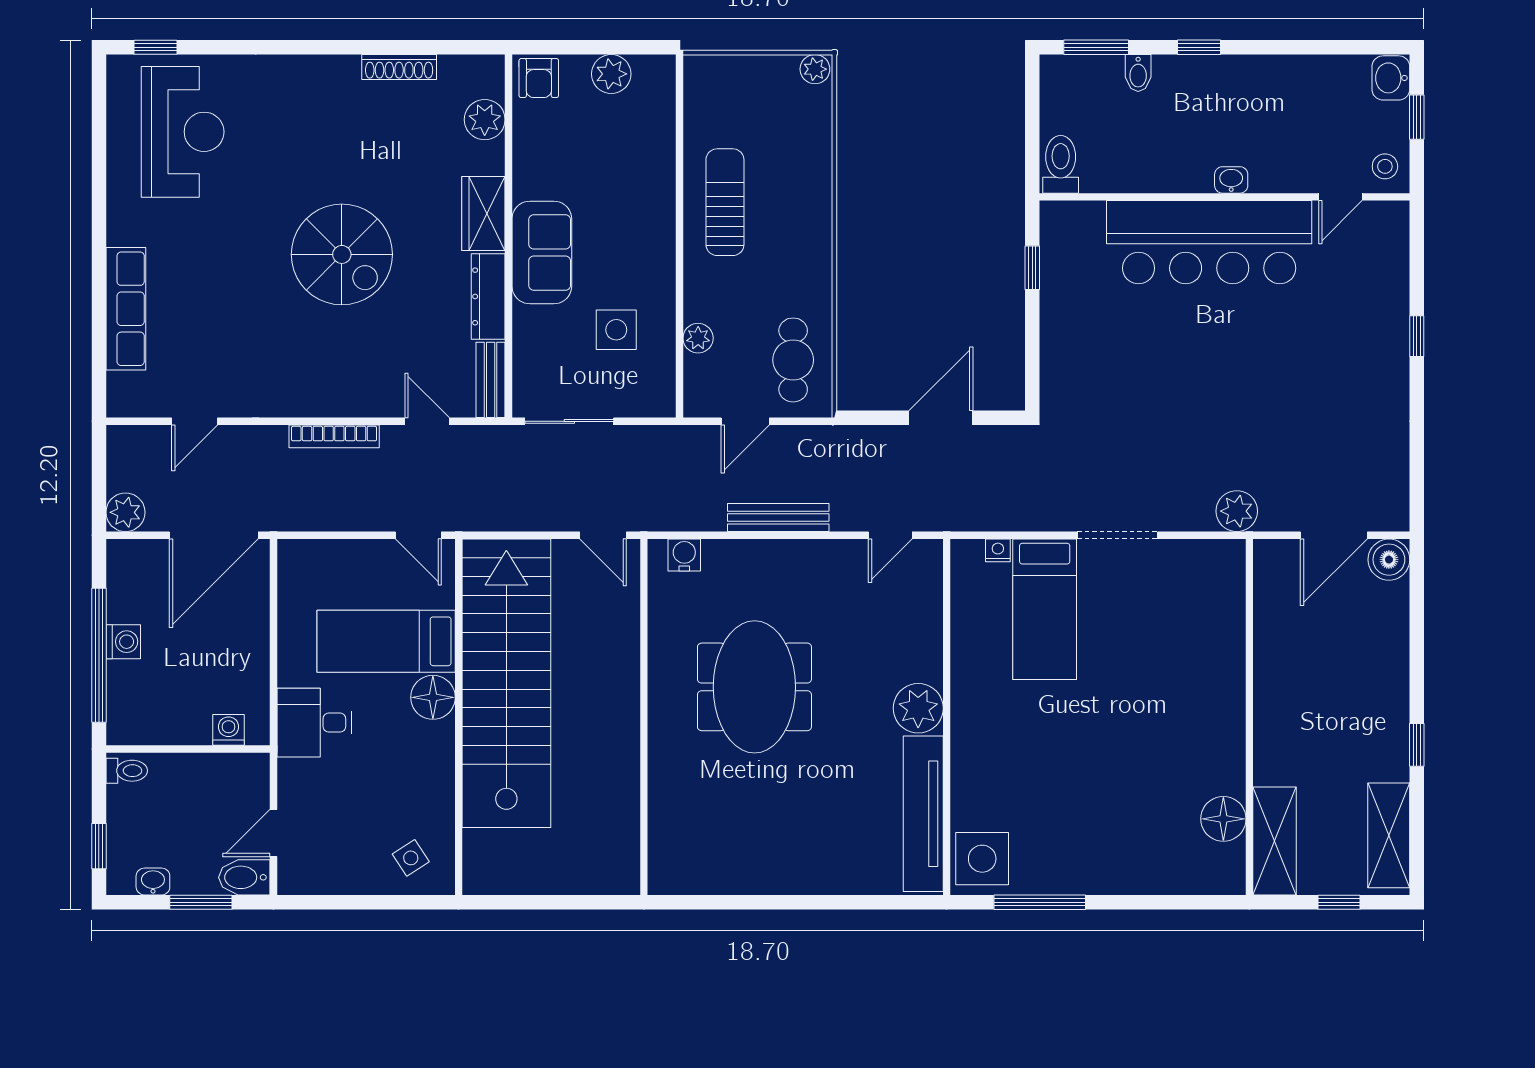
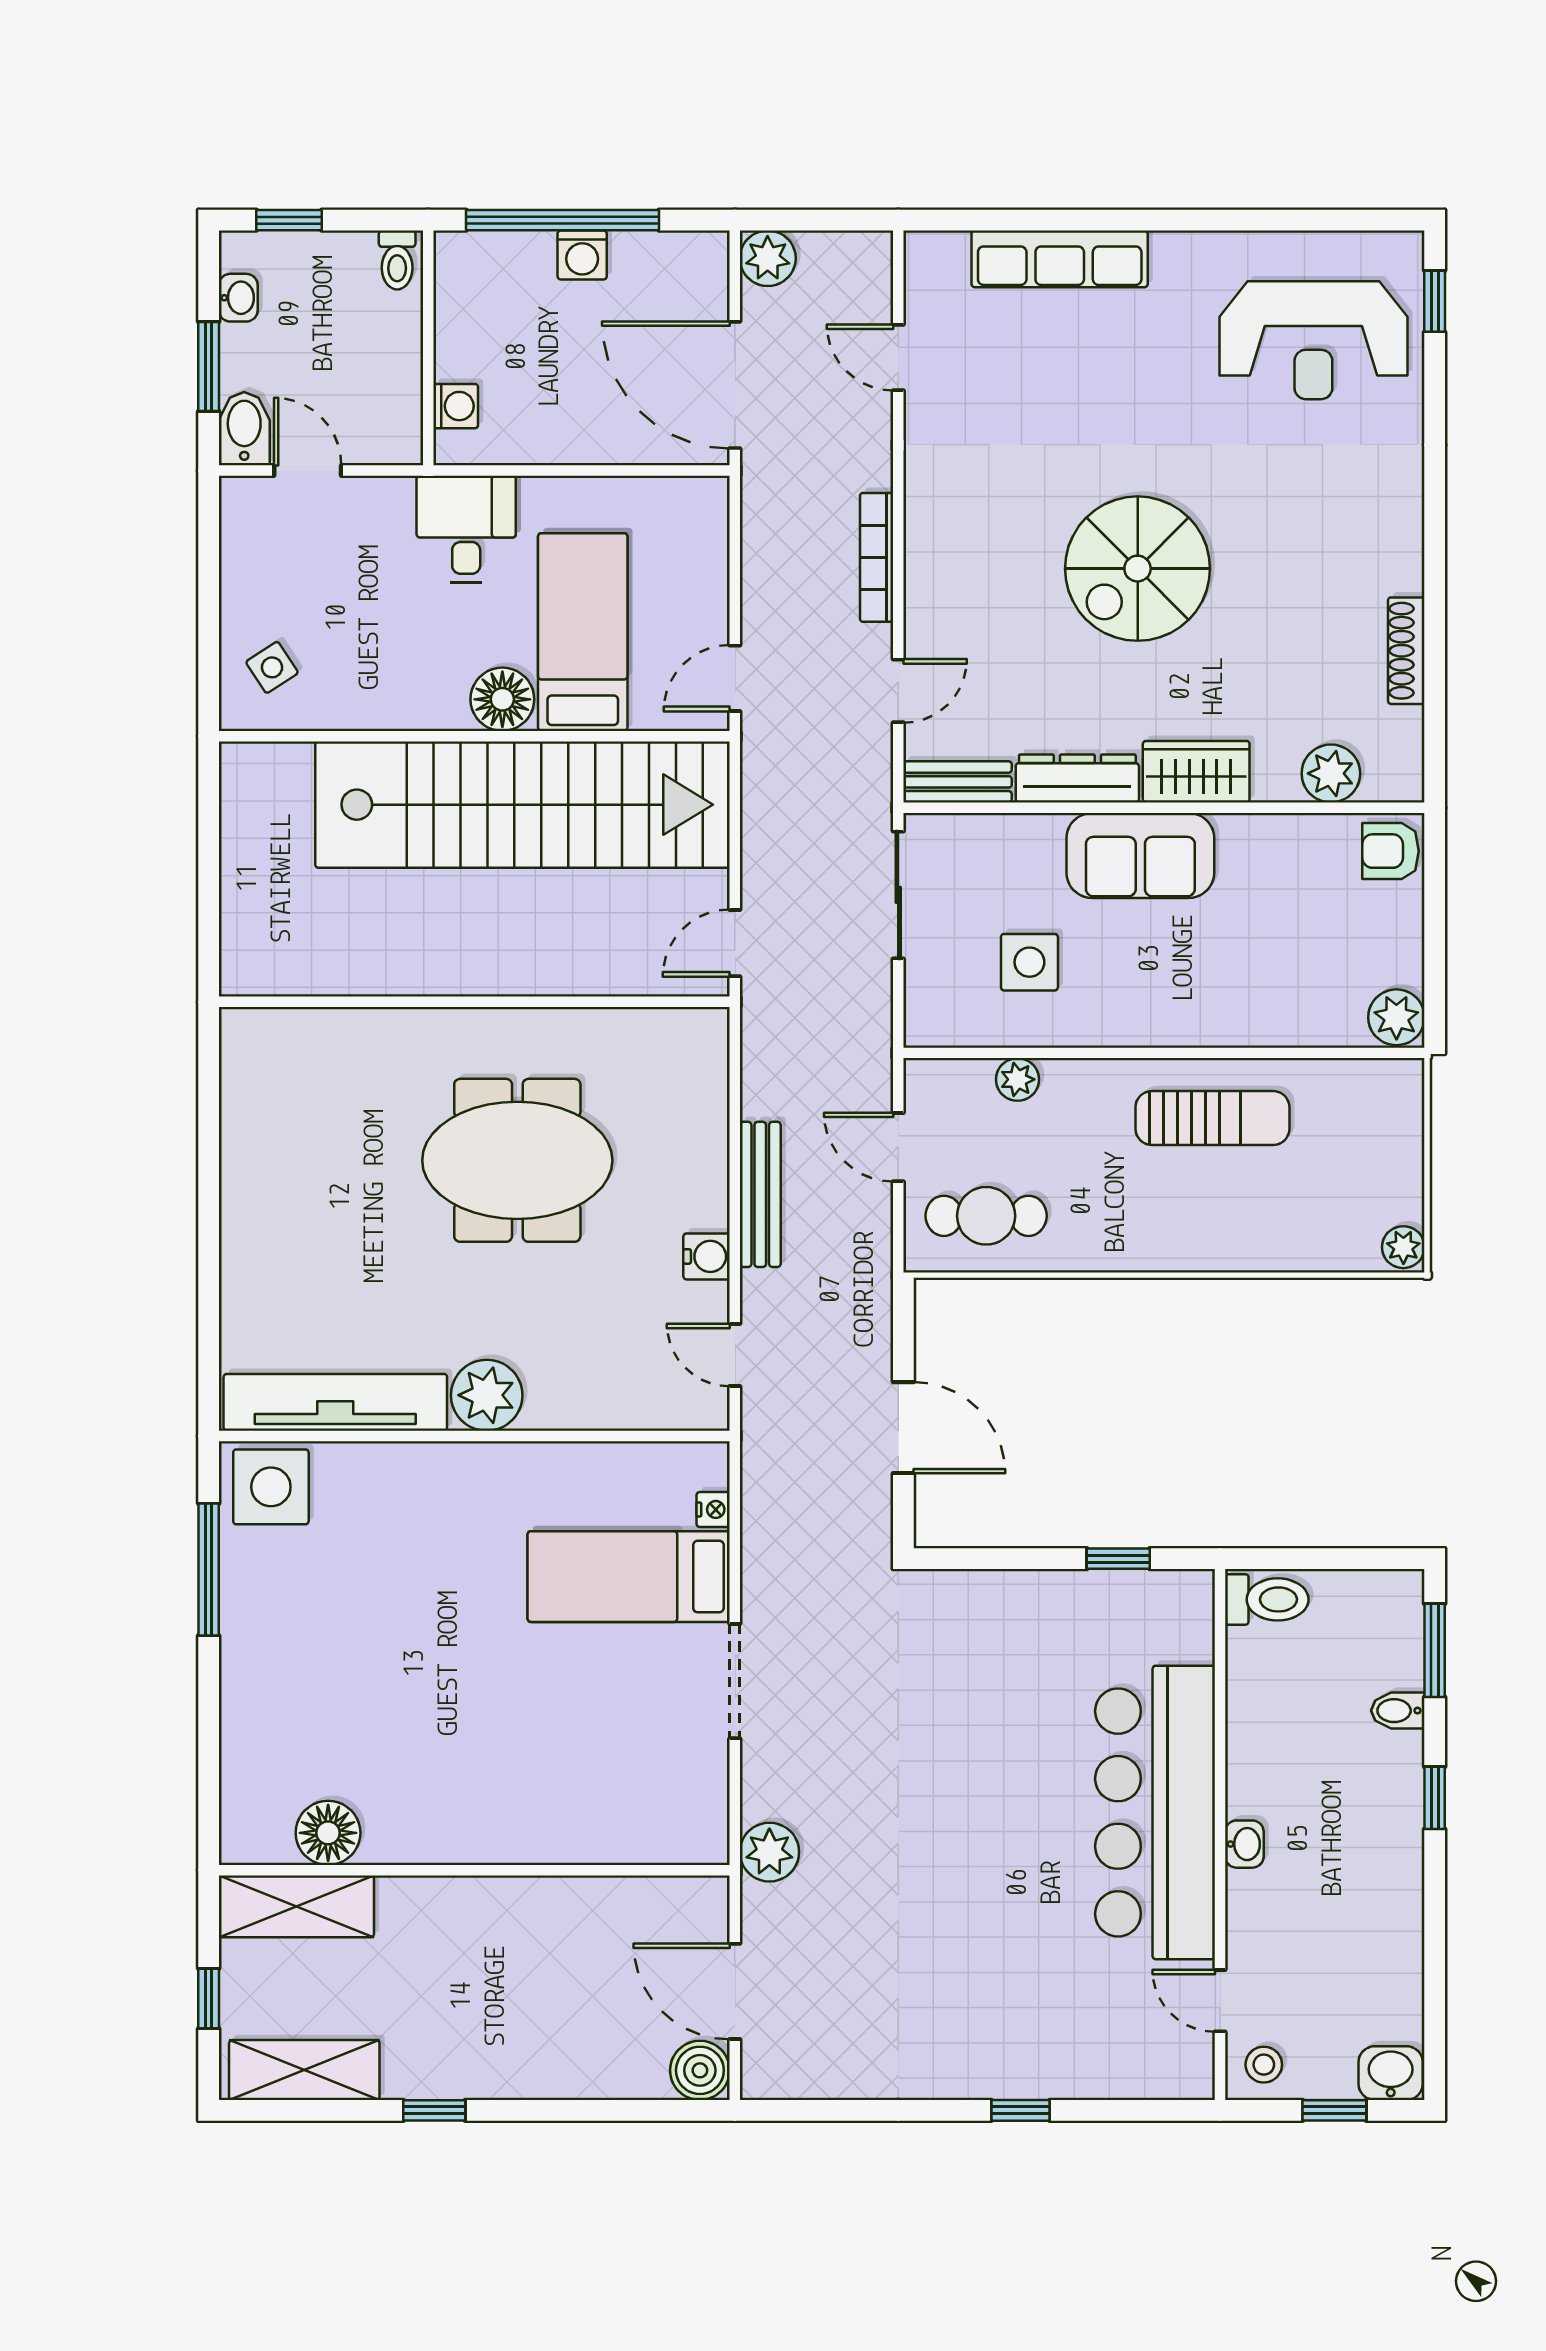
plant: (611, 74) -> (1396, 1017), moved
water cooler: (684, 555) -> (707, 1256), moved

